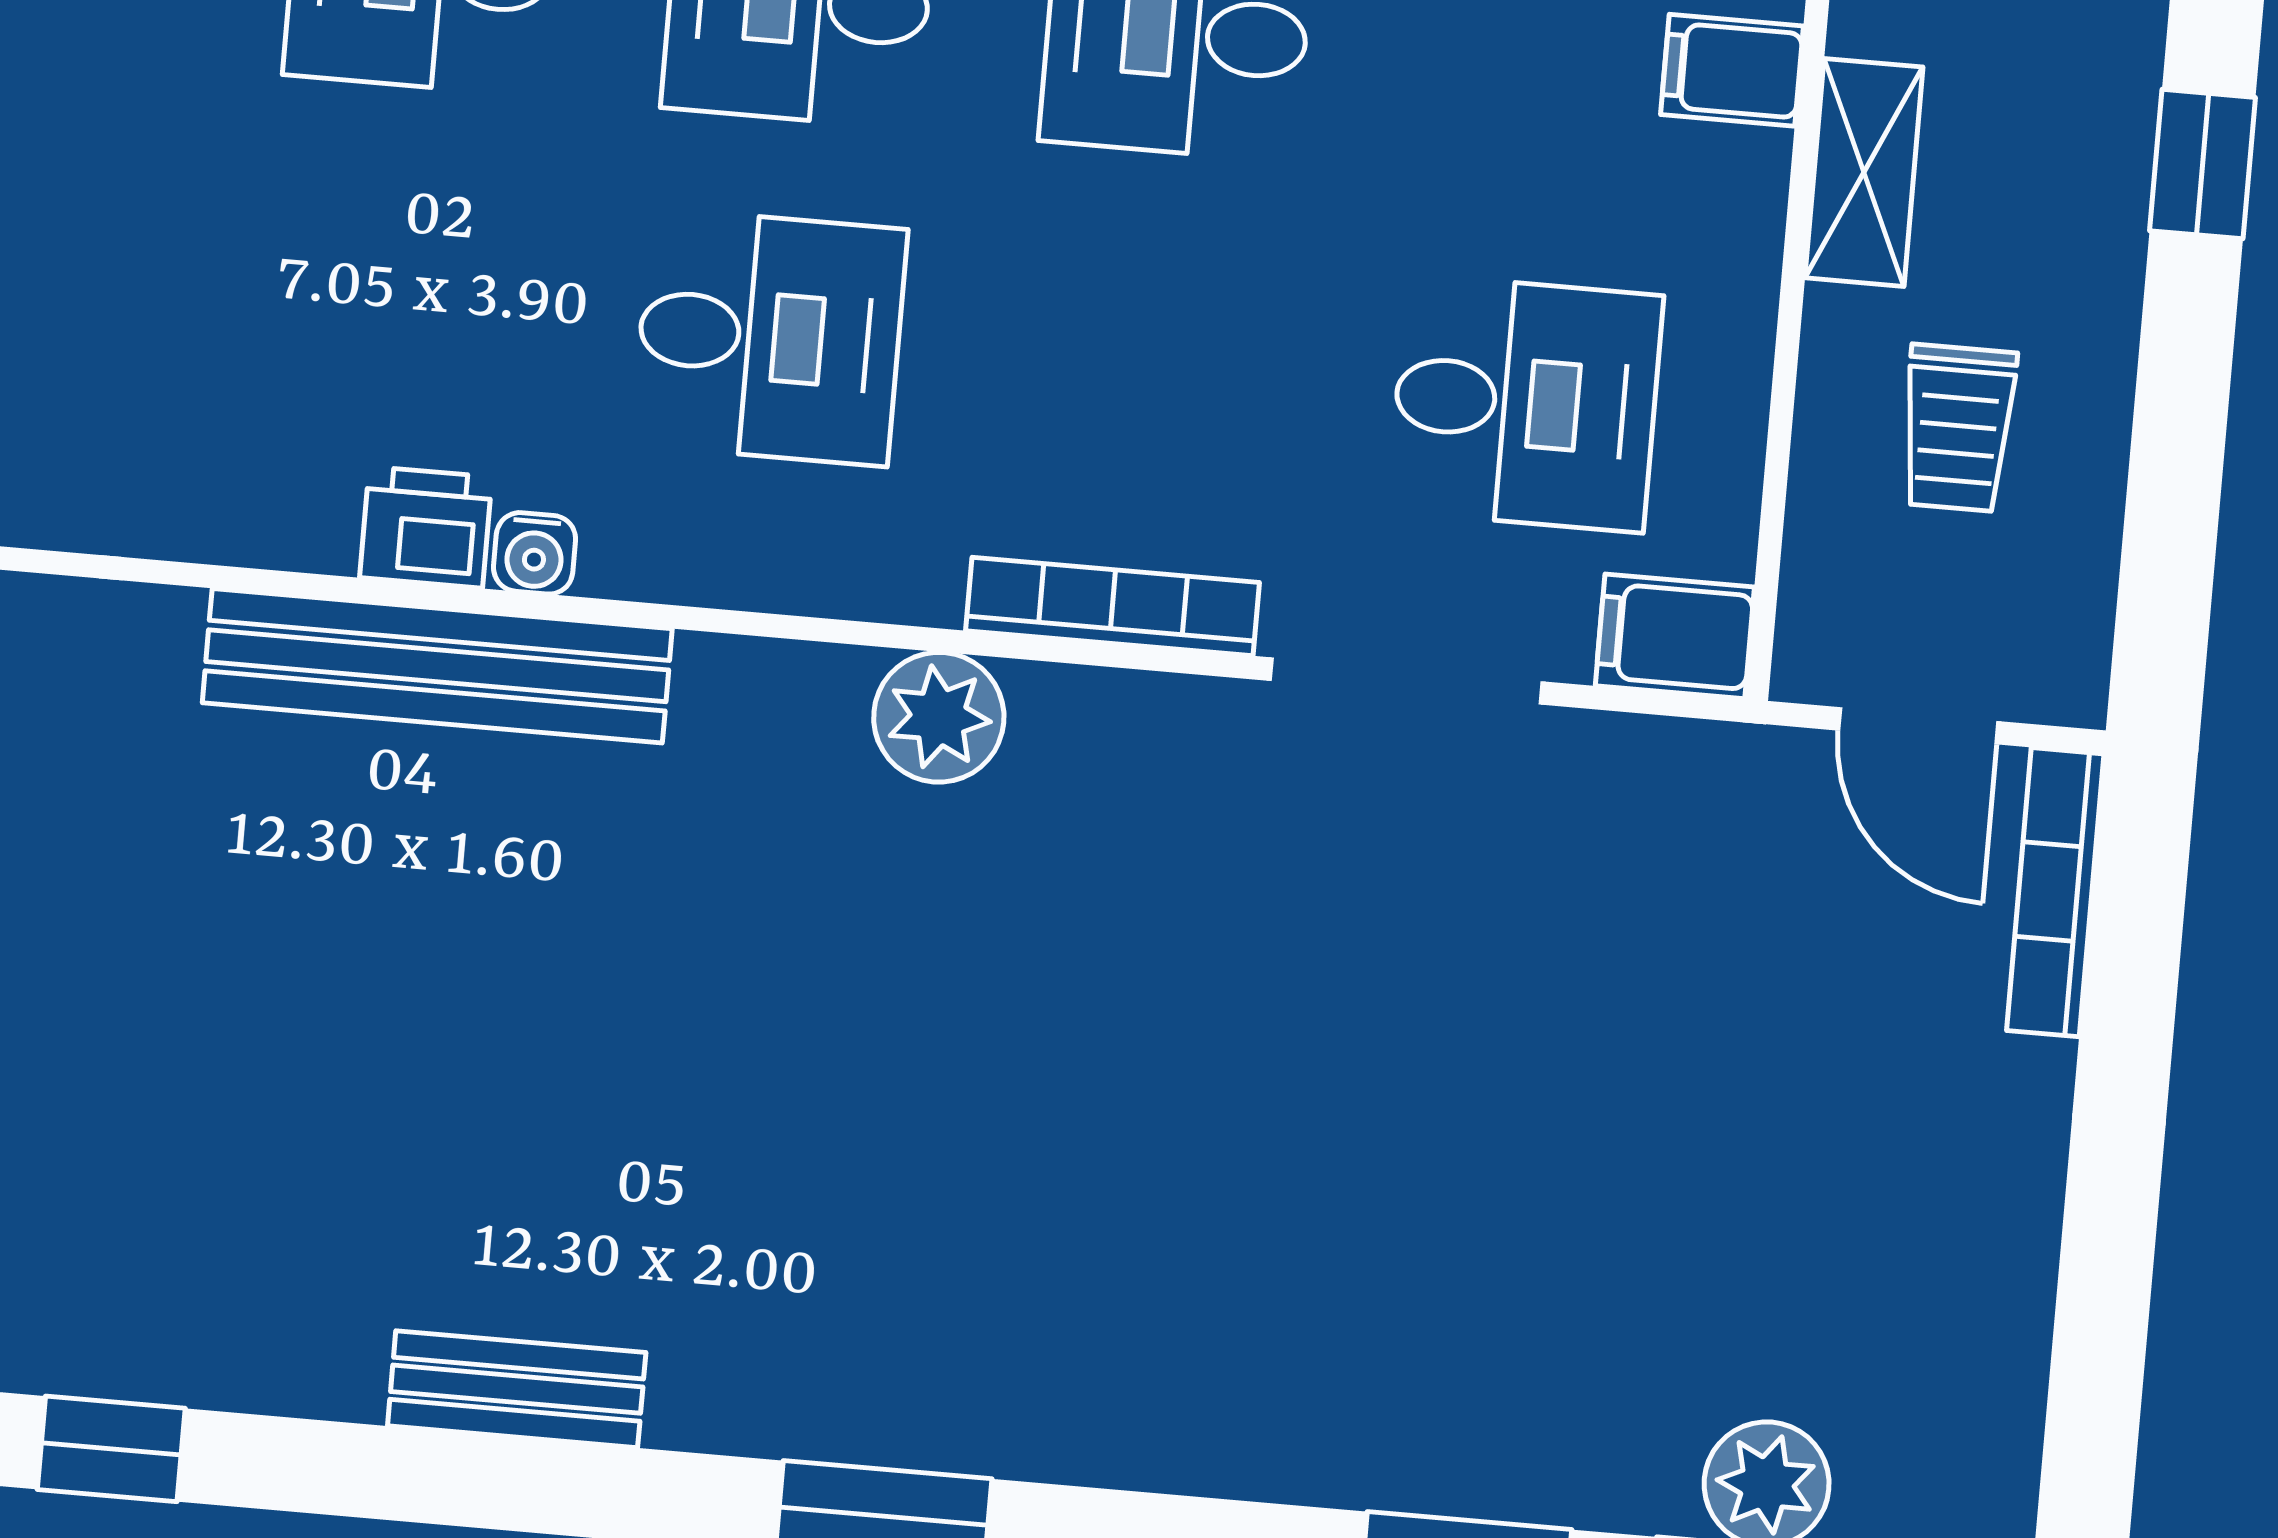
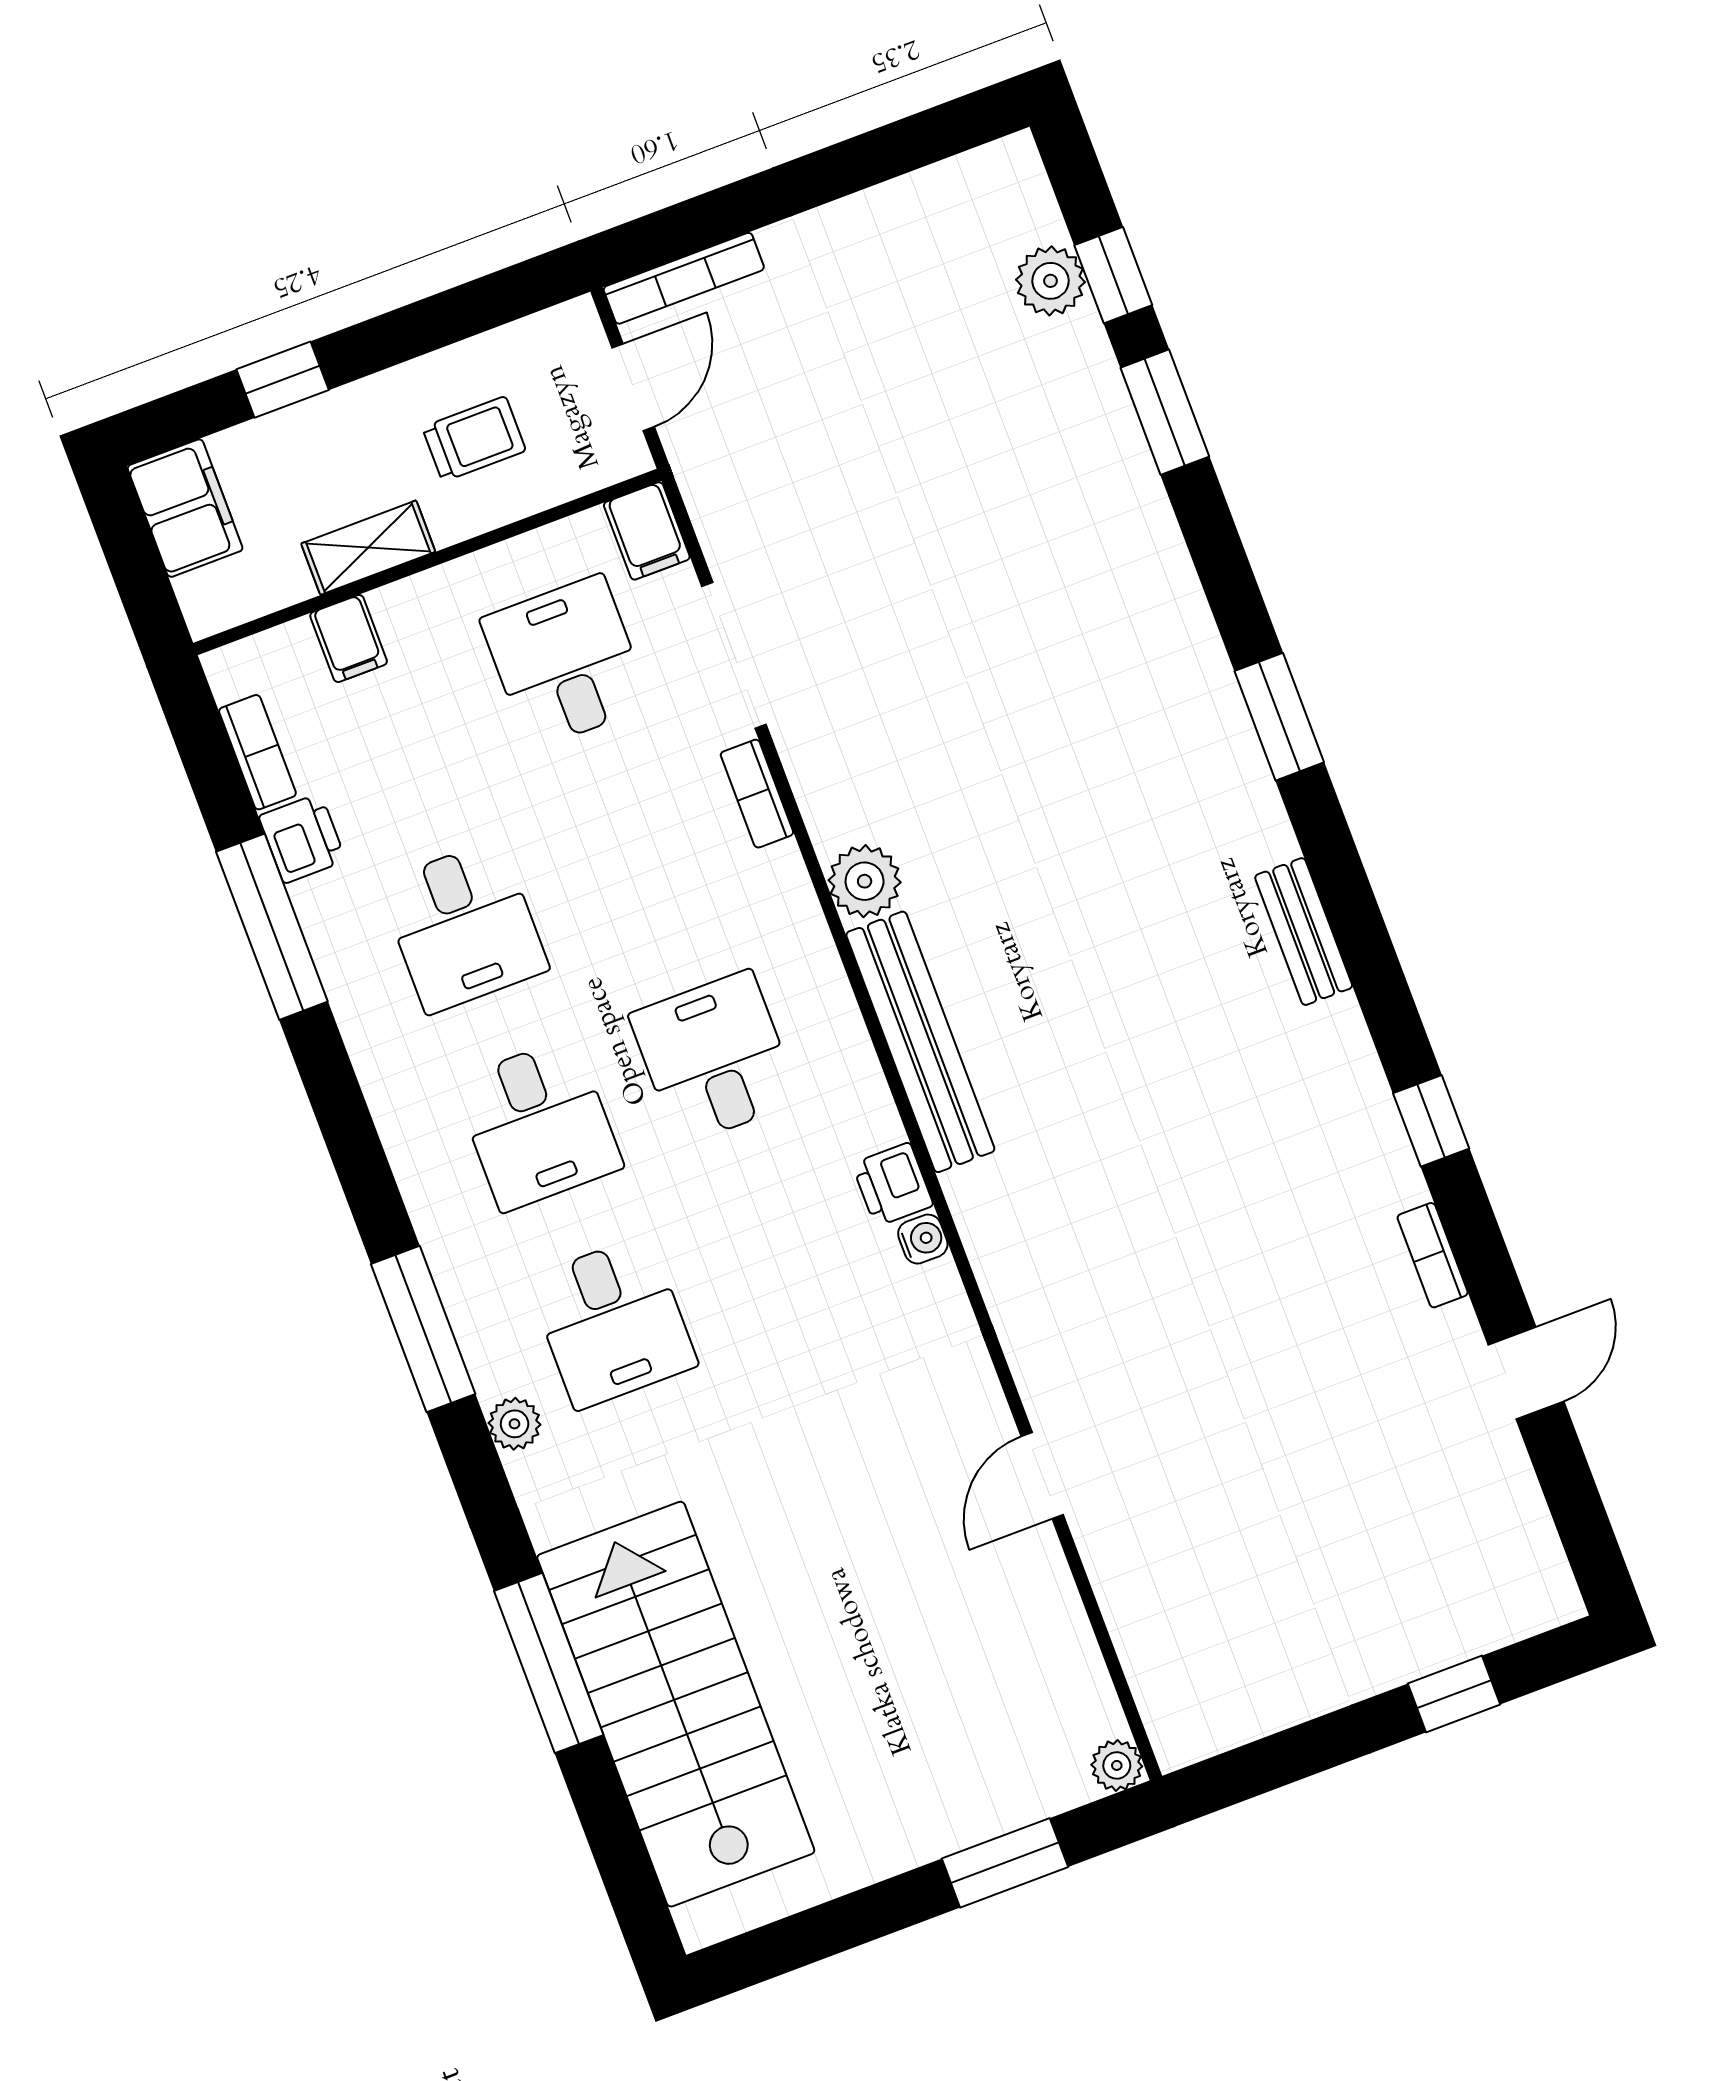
water cooler: (535, 553) -> (923, 1239), moved
bookcase: (1113, 607) -> (757, 794), width x0.64
bench: (437, 666) -> (920, 1042), moved

